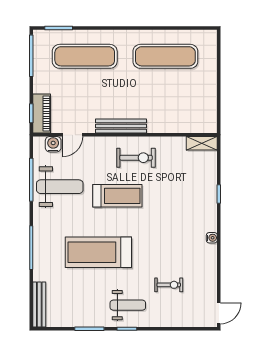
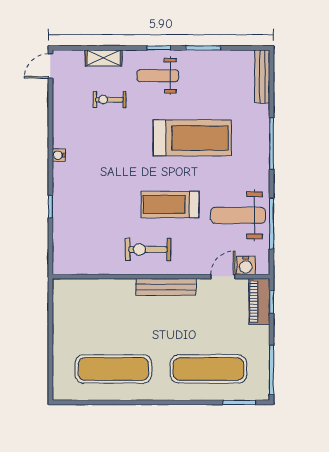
shelving: (202, 143) -> (104, 58), moved

